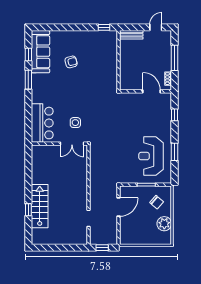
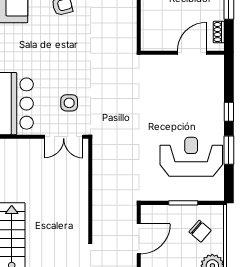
door: (151, 91) -> (192, 53), hinge flipped
window: (174, 115) -> (229, 112), moved
reception desk: (151, 156) -> (191, 157), turned 90

